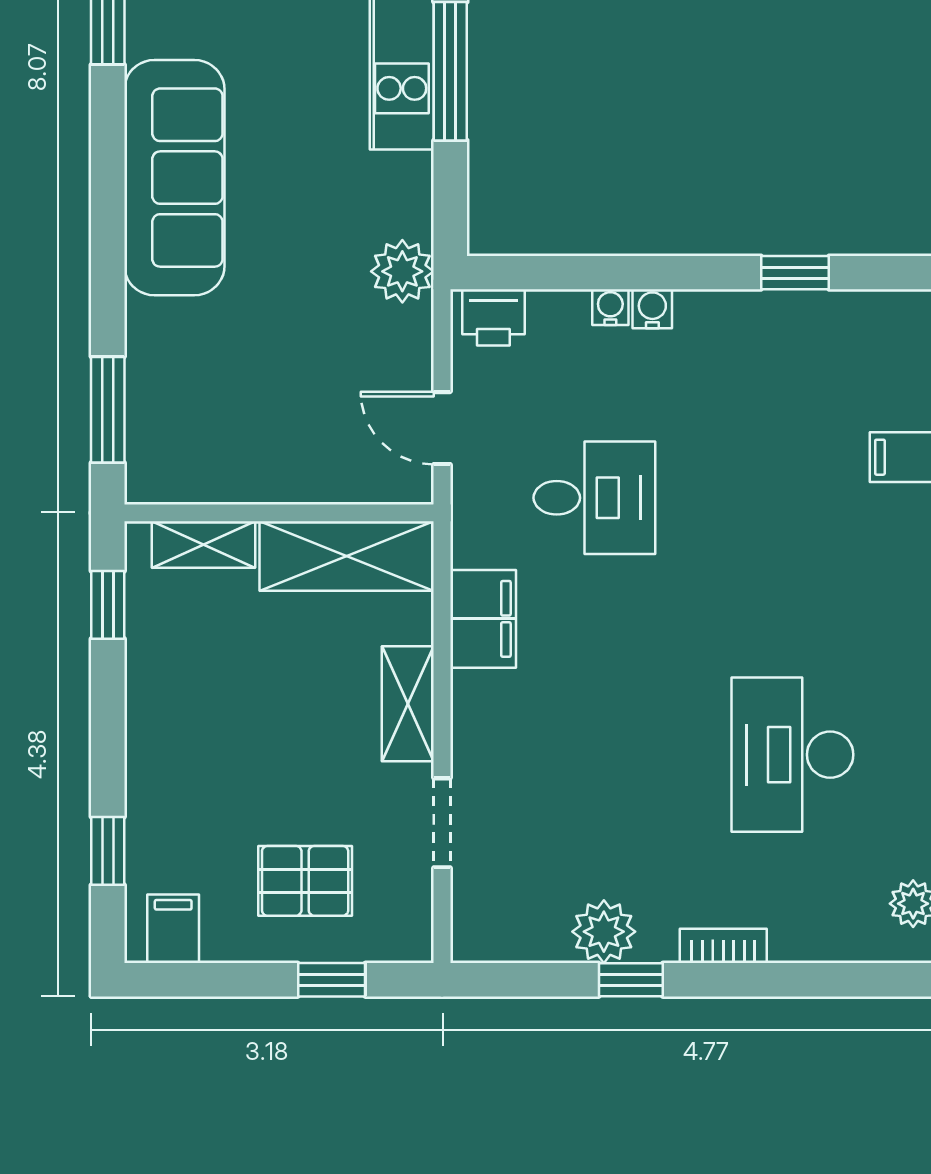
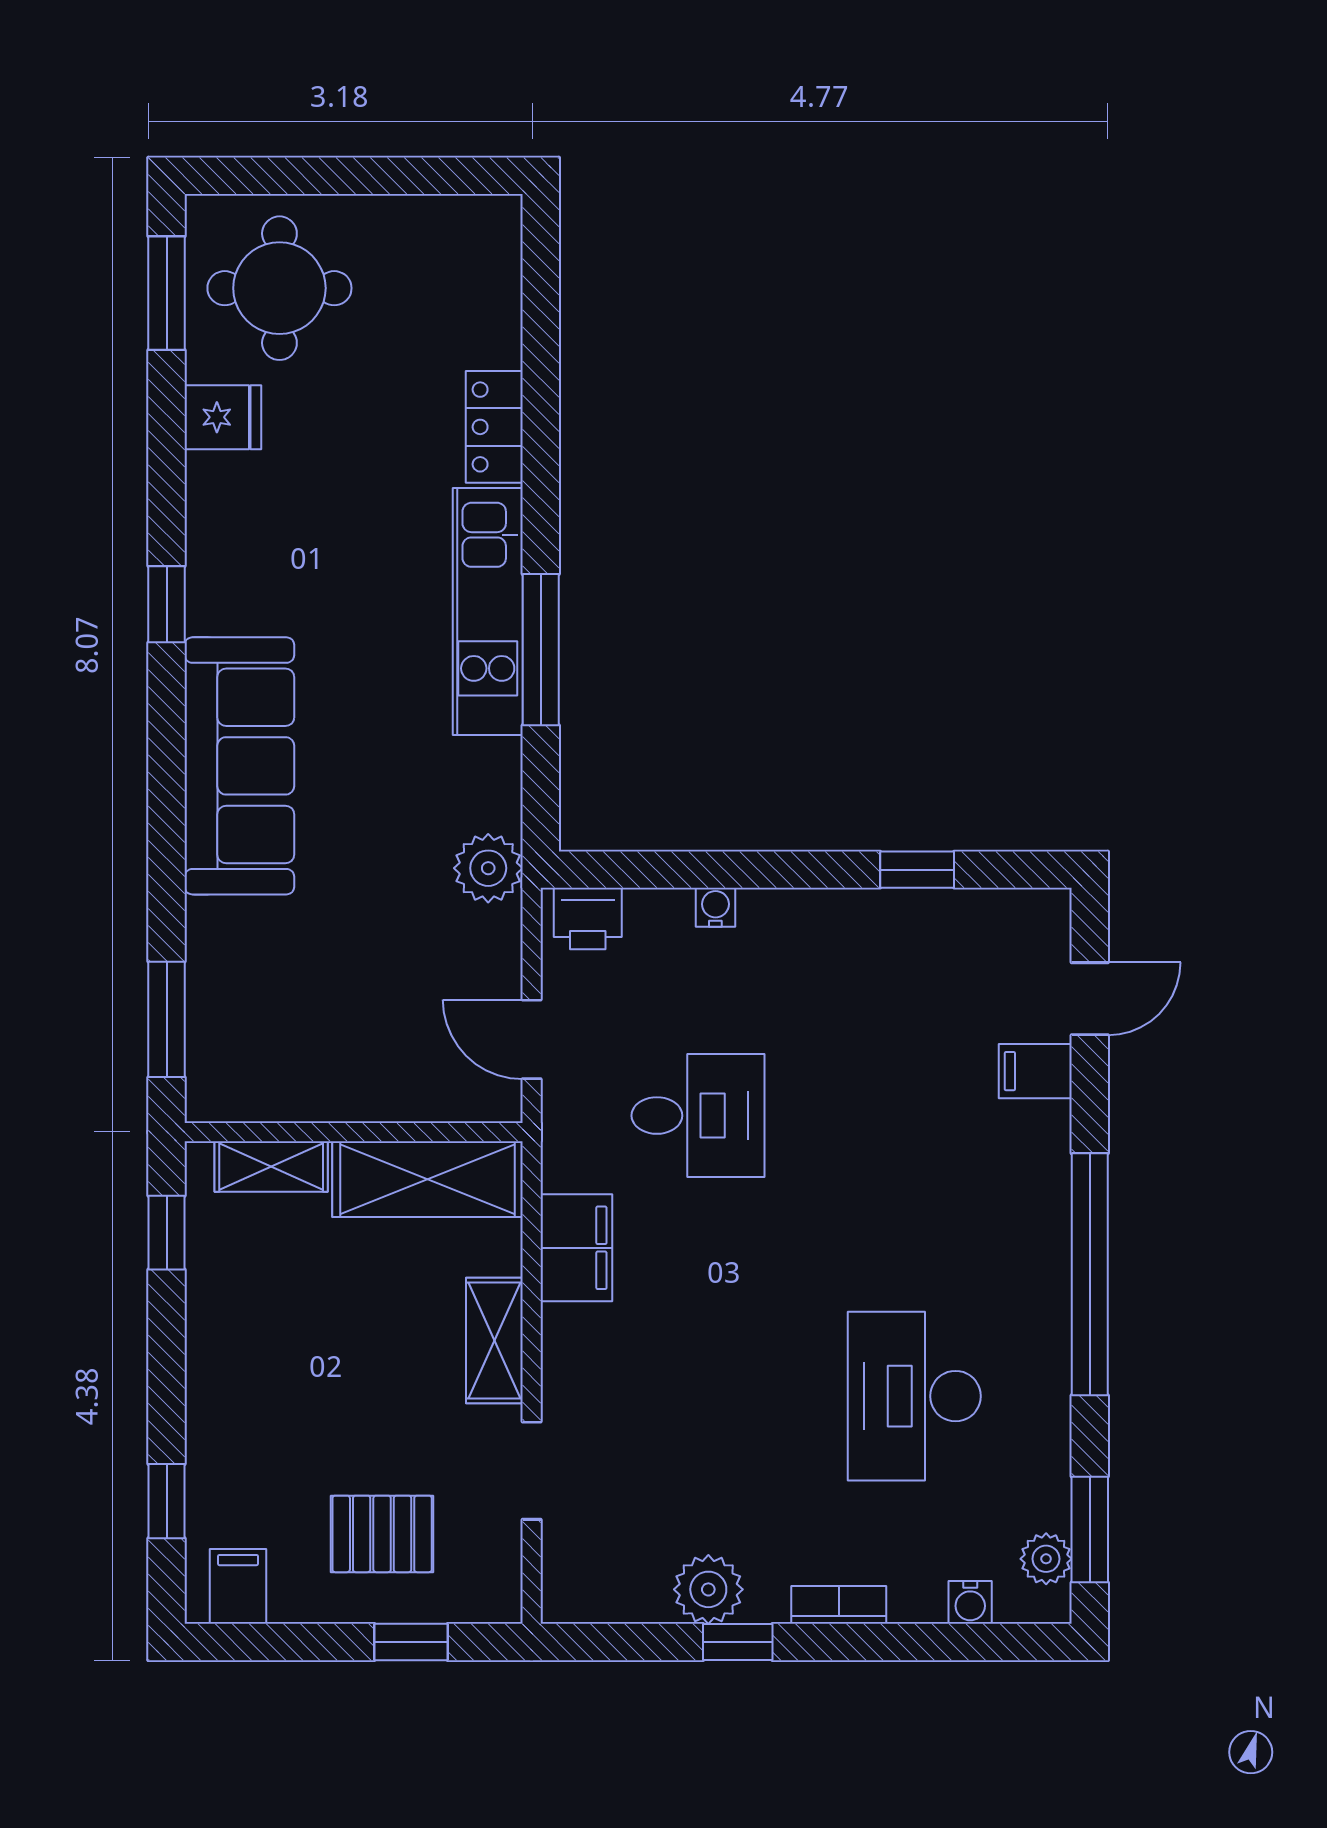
water cooler: (652, 309) -> (970, 1602), moved, turned 180

